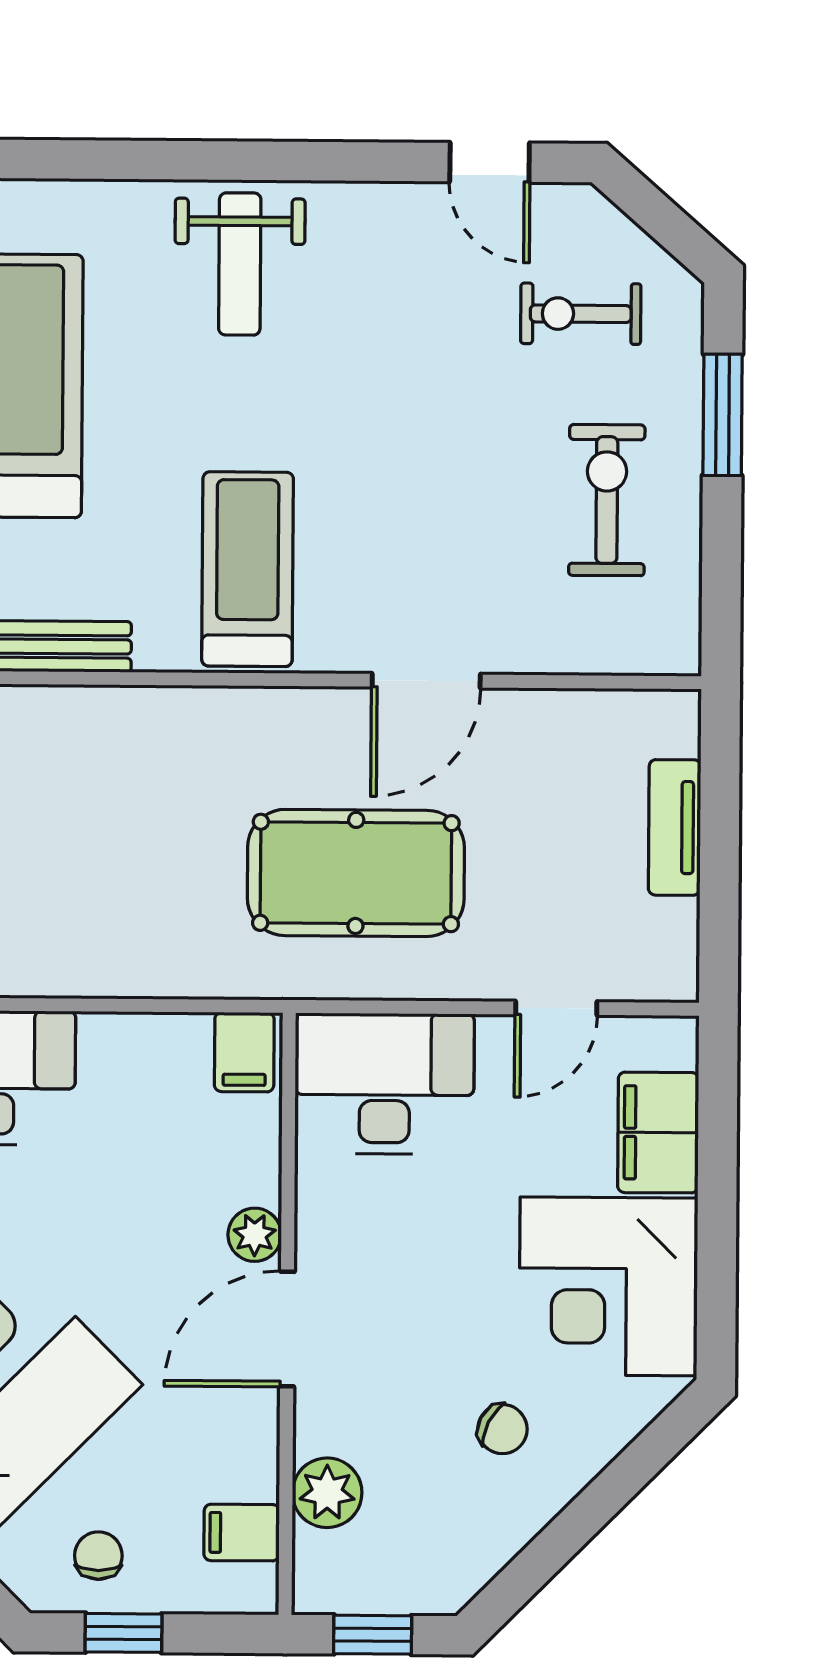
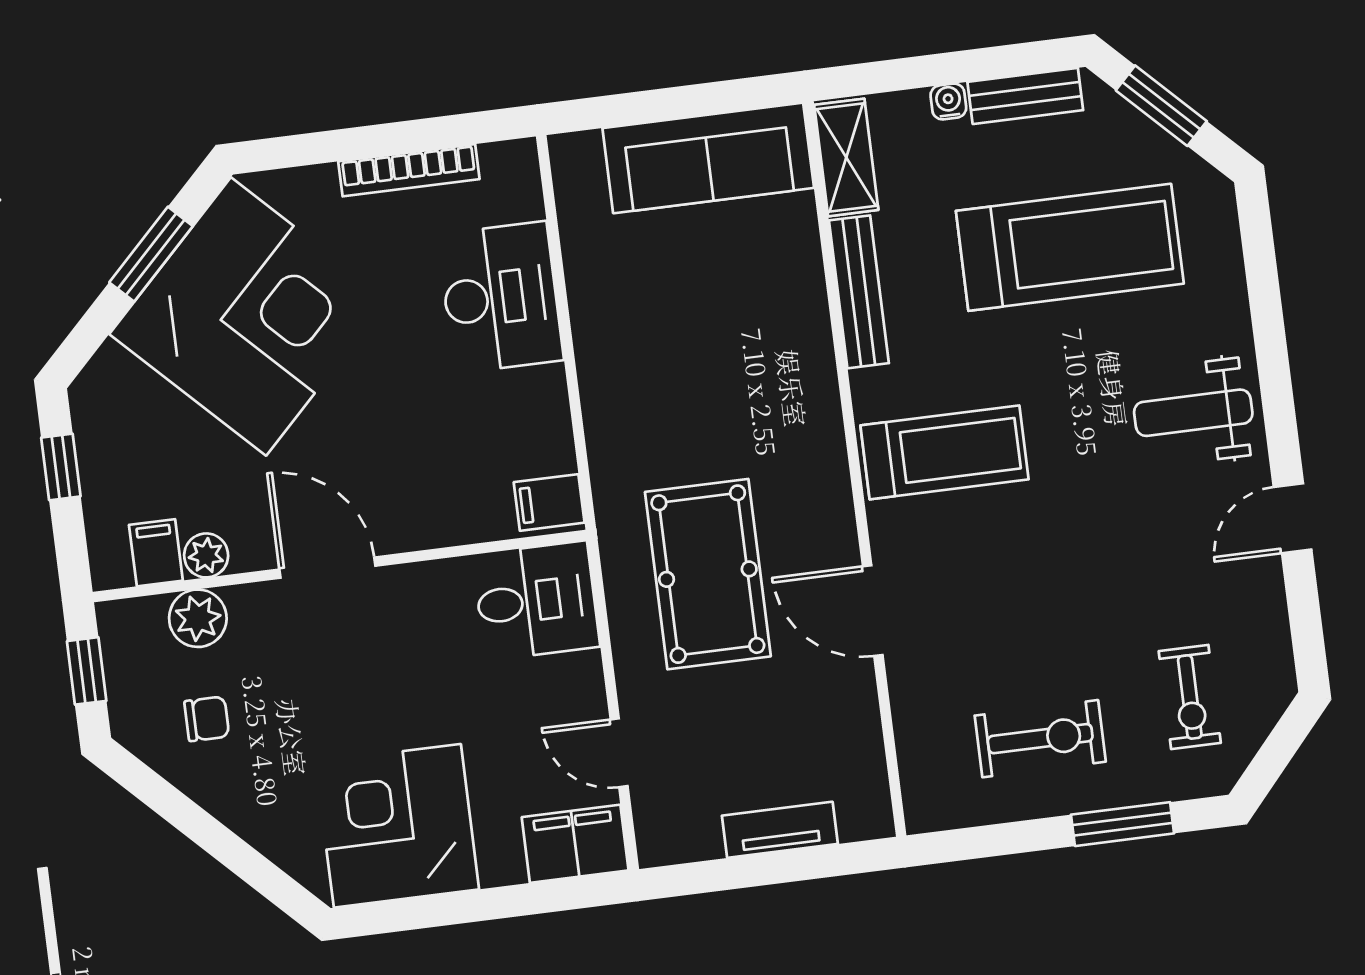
door: (490, 162) -> (1293, 518), moved
exercise bike: (581, 314) -> (1190, 697), turned 180
desk: (384, 1084) -> (536, 601), width x0.73
filing cabinet: (658, 1133) -> (575, 844), moved
plant: (255, 1235) -> (206, 555), moved
chair: (502, 1429) -> (207, 719), moved, turned -117
chair: (98, 1556) -> (122, 438), removed

